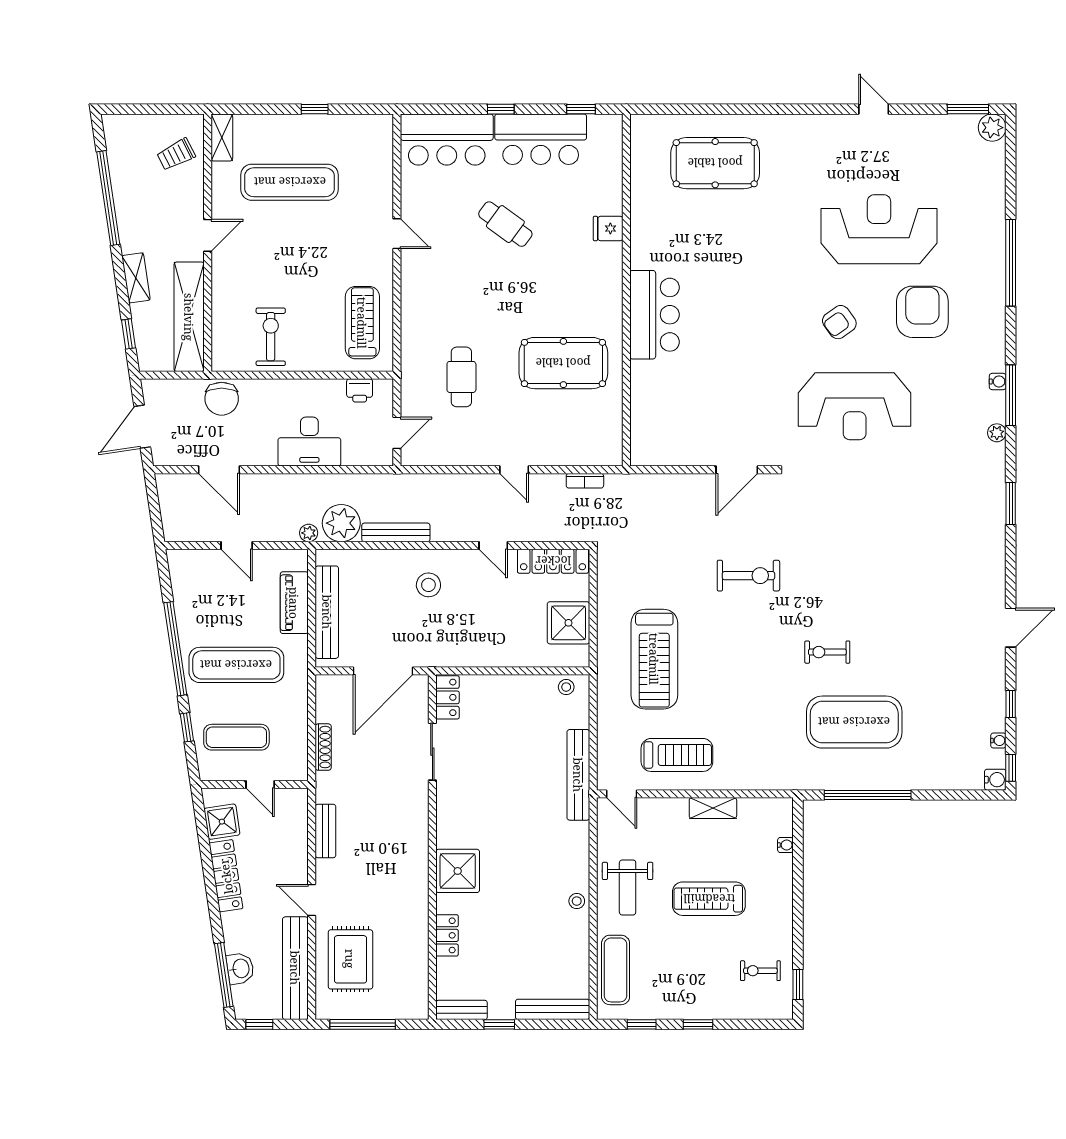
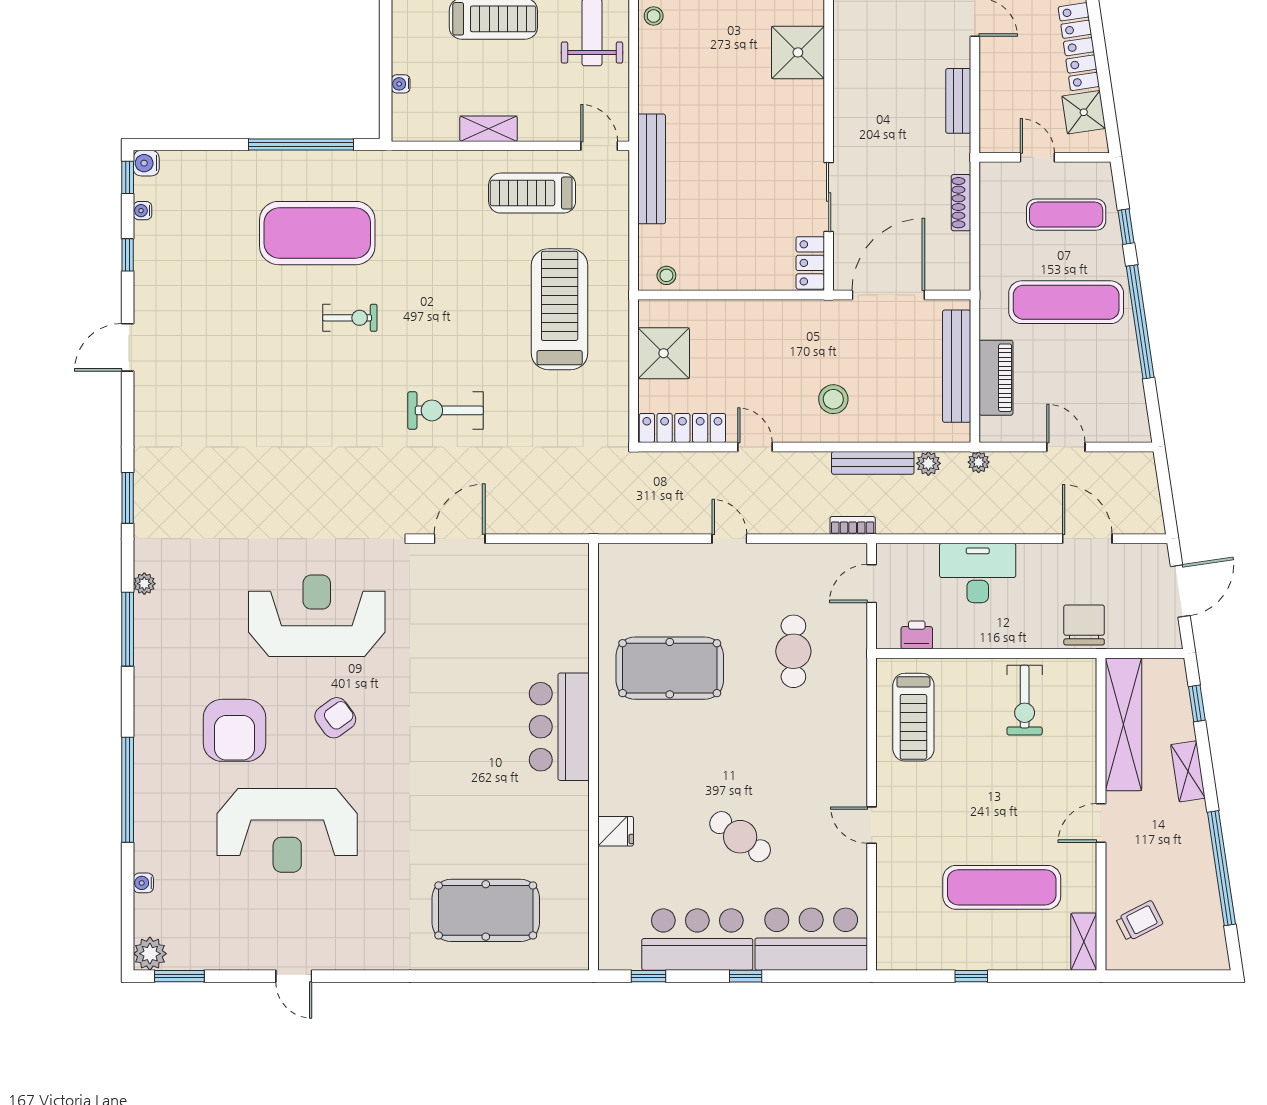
water cooler: (998, 381) -> (143, 883), moved
bookcase: (585, 481) -> (853, 525), moved
plant: (341, 523) -> (928, 463), width x0.53, depth x0.53

